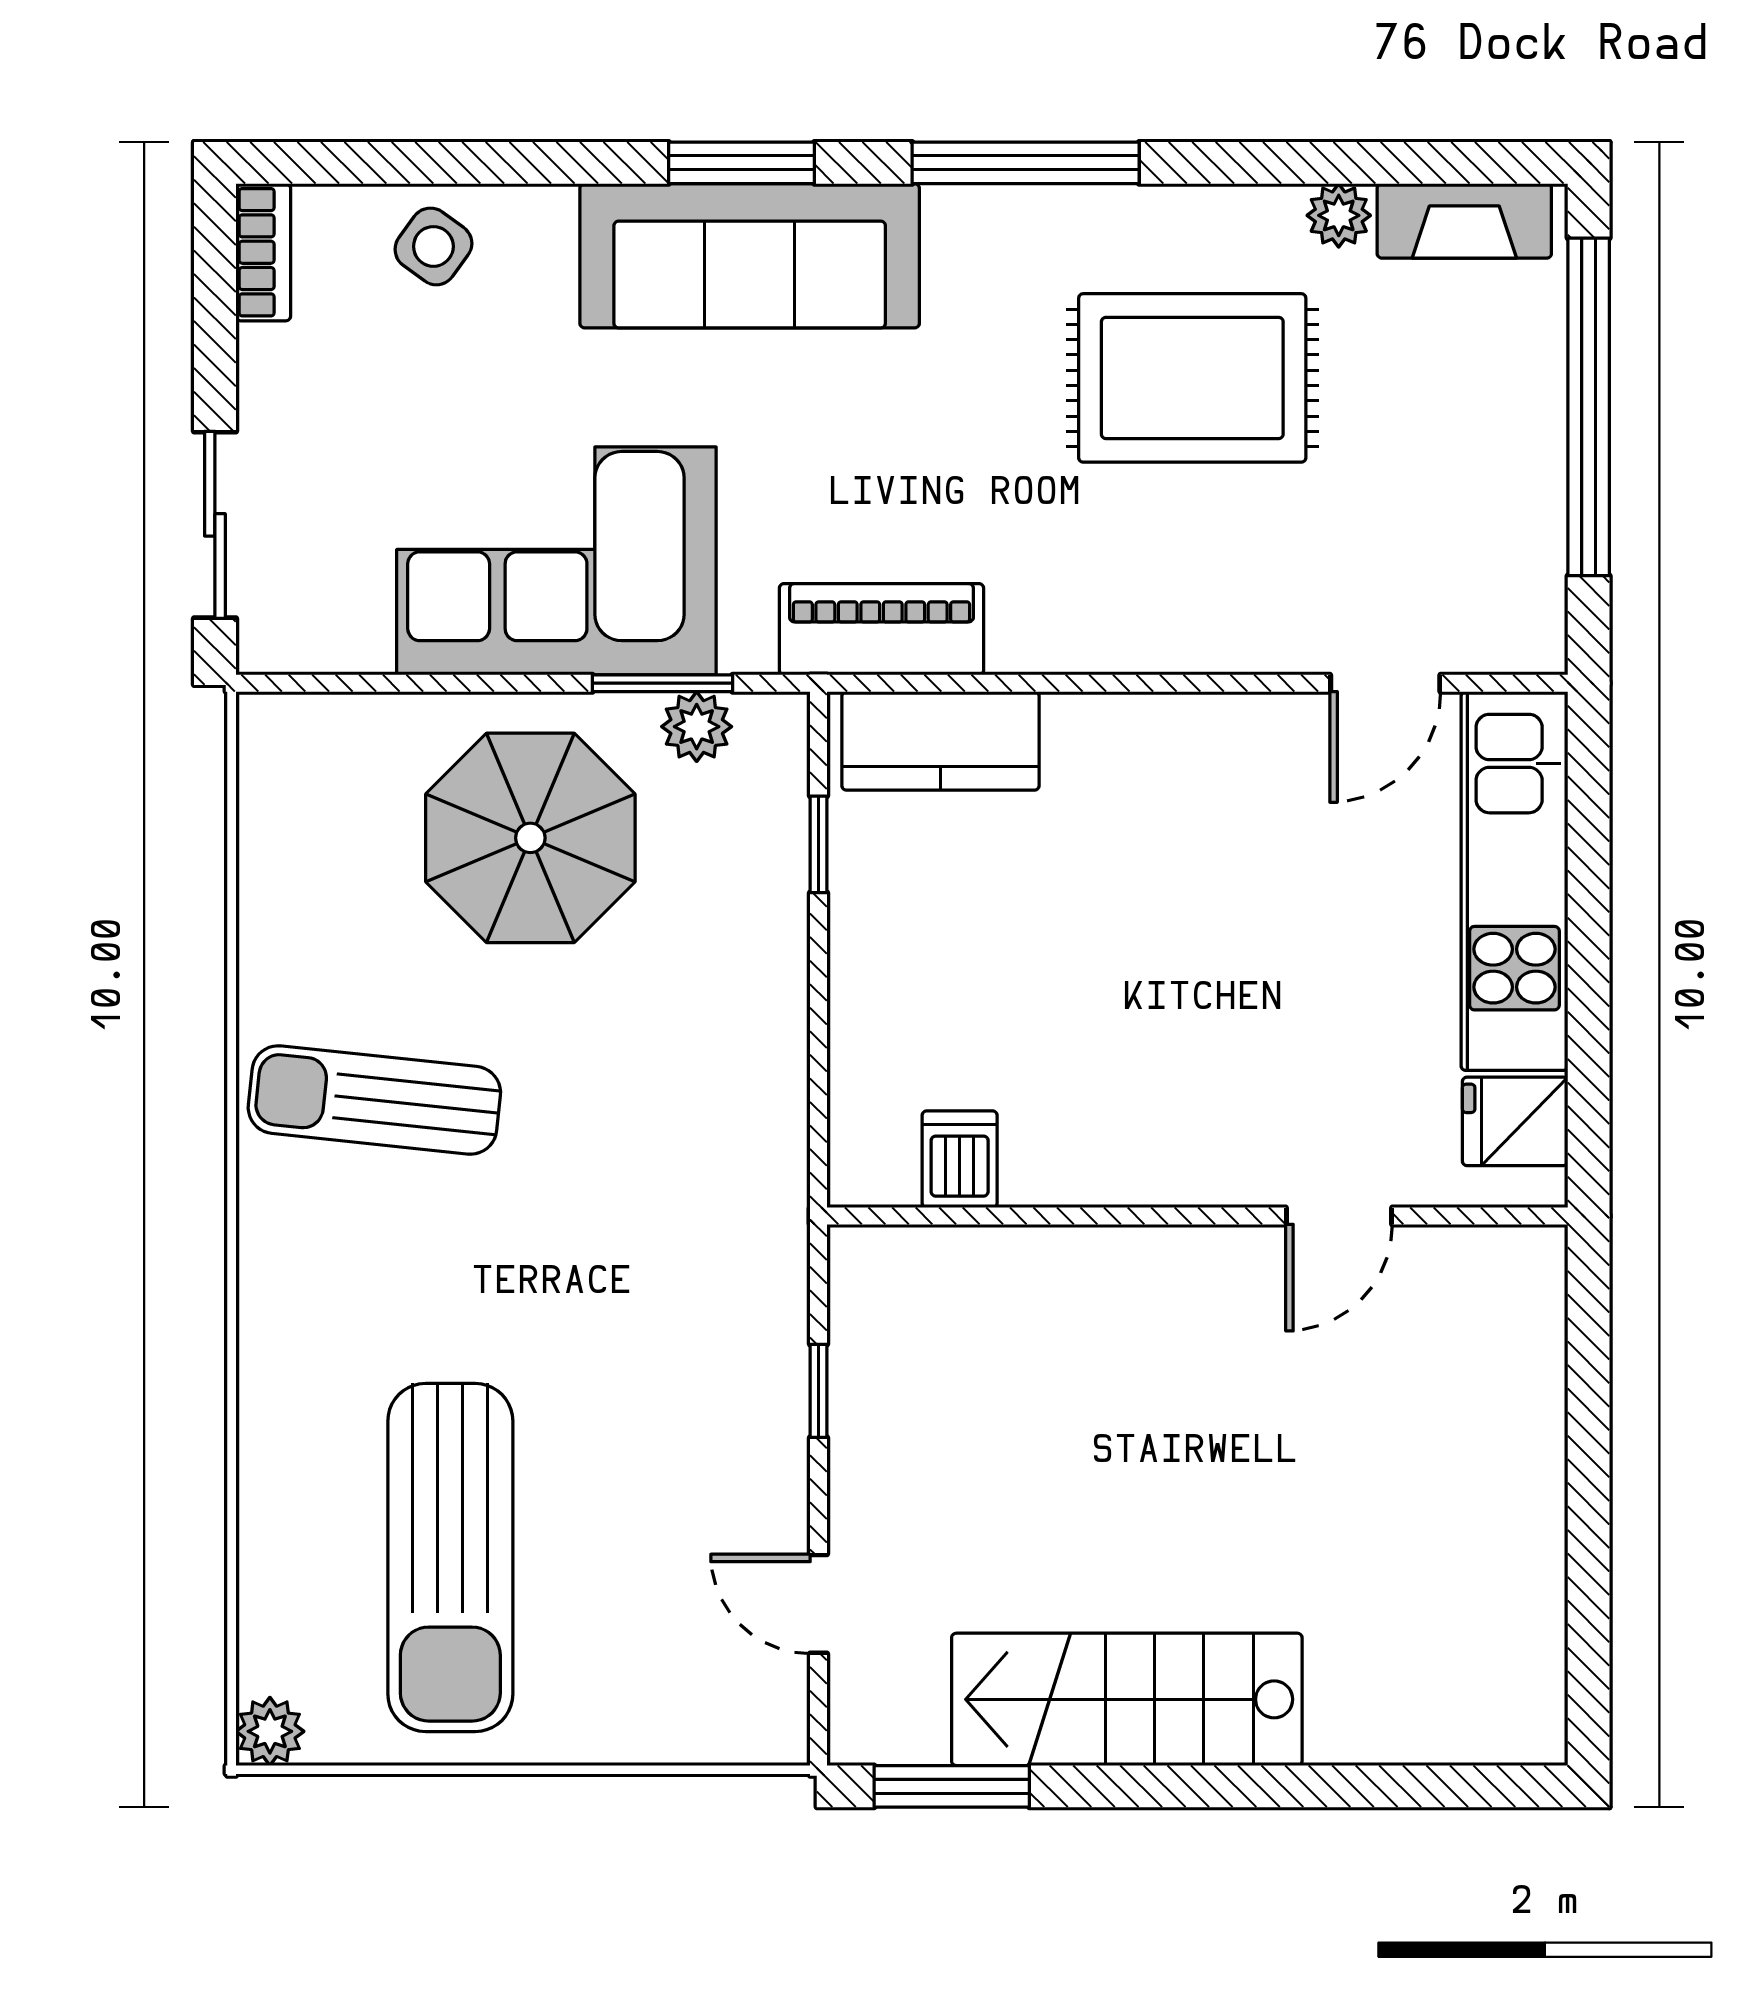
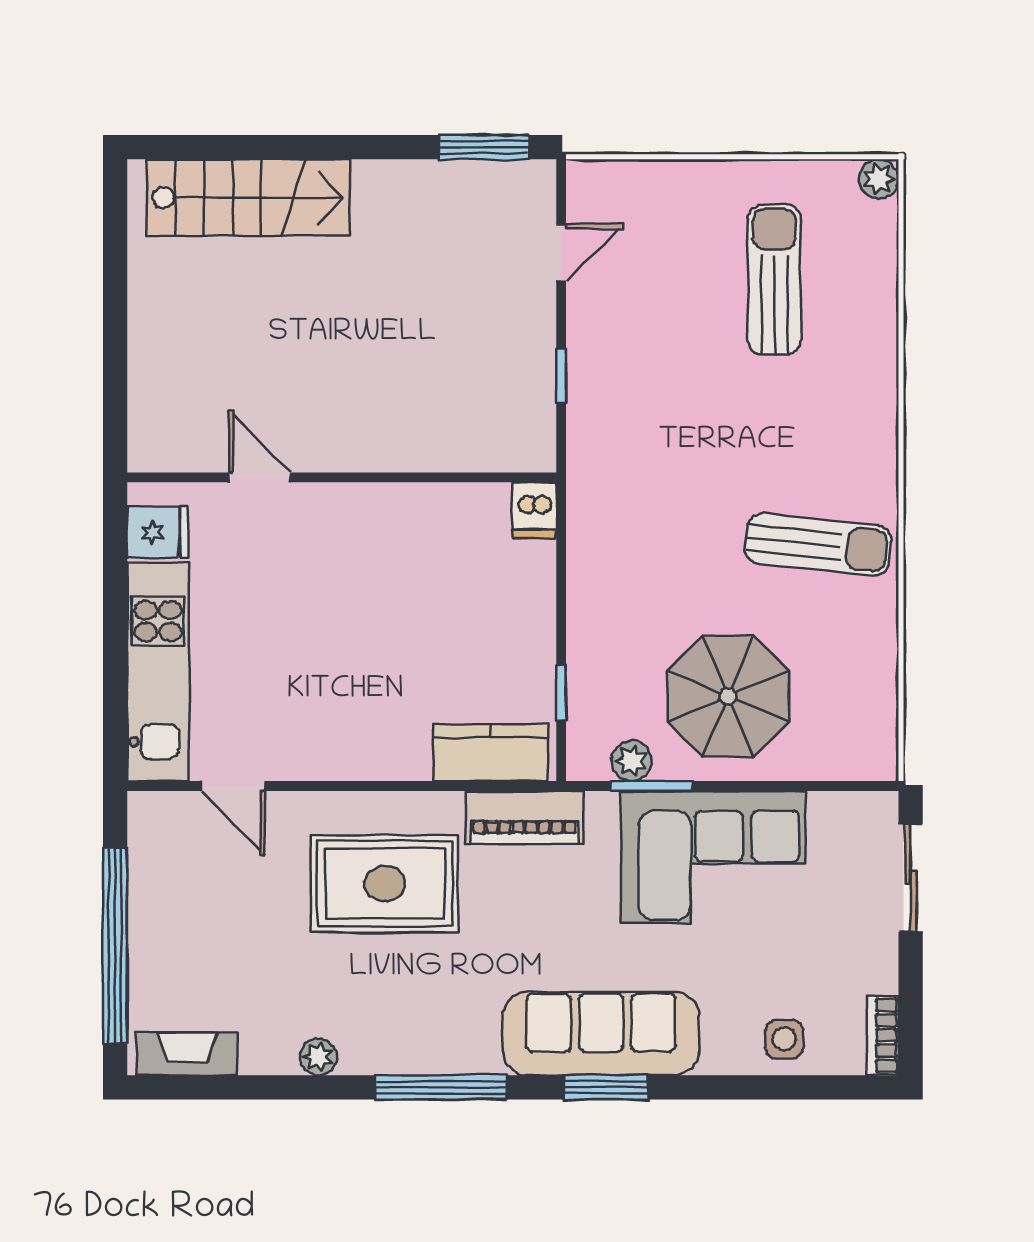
plant: (1339, 215) -> (318, 1057), moved
side table: (433, 246) -> (784, 1039), turned -36
rug: (1192, 378) -> (385, 884), moved
door: (1385, 683) -> (233, 786), swing flipped
dishwasher: (960, 1159) -> (535, 510), moved
door: (1339, 1216) -> (260, 477), hinge flipped
sun lounger: (450, 1557) -> (774, 280), width x0.73, depth x0.75
door: (819, 1604) -> (561, 253), hinge flipped
stairs: (1127, 1699) -> (249, 197), moved

